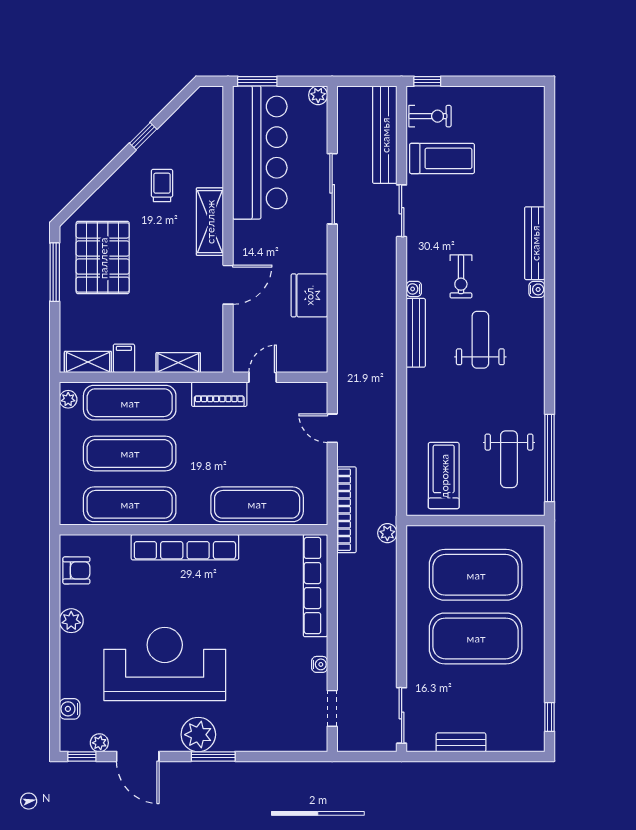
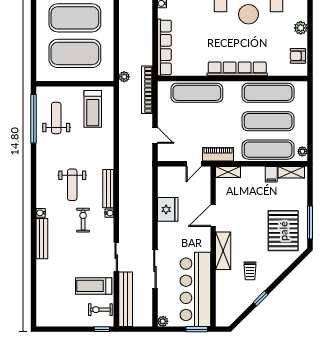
shelving: (178, 363) -> (228, 172), moved

